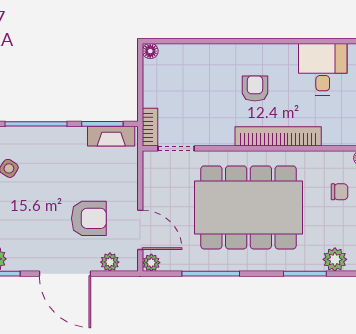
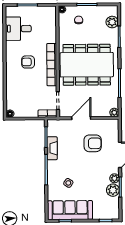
fireplace: (111, 136) -> (52, 148), moved
bookcase: (278, 136) -> (52, 65), moved
dining table: (249, 207) -> (87, 65), turned 90
armchair: (89, 218) -> (93, 143), turned 90
door: (140, 230) -> (81, 118), moved
plant: (110, 262) -> (114, 178), moved

